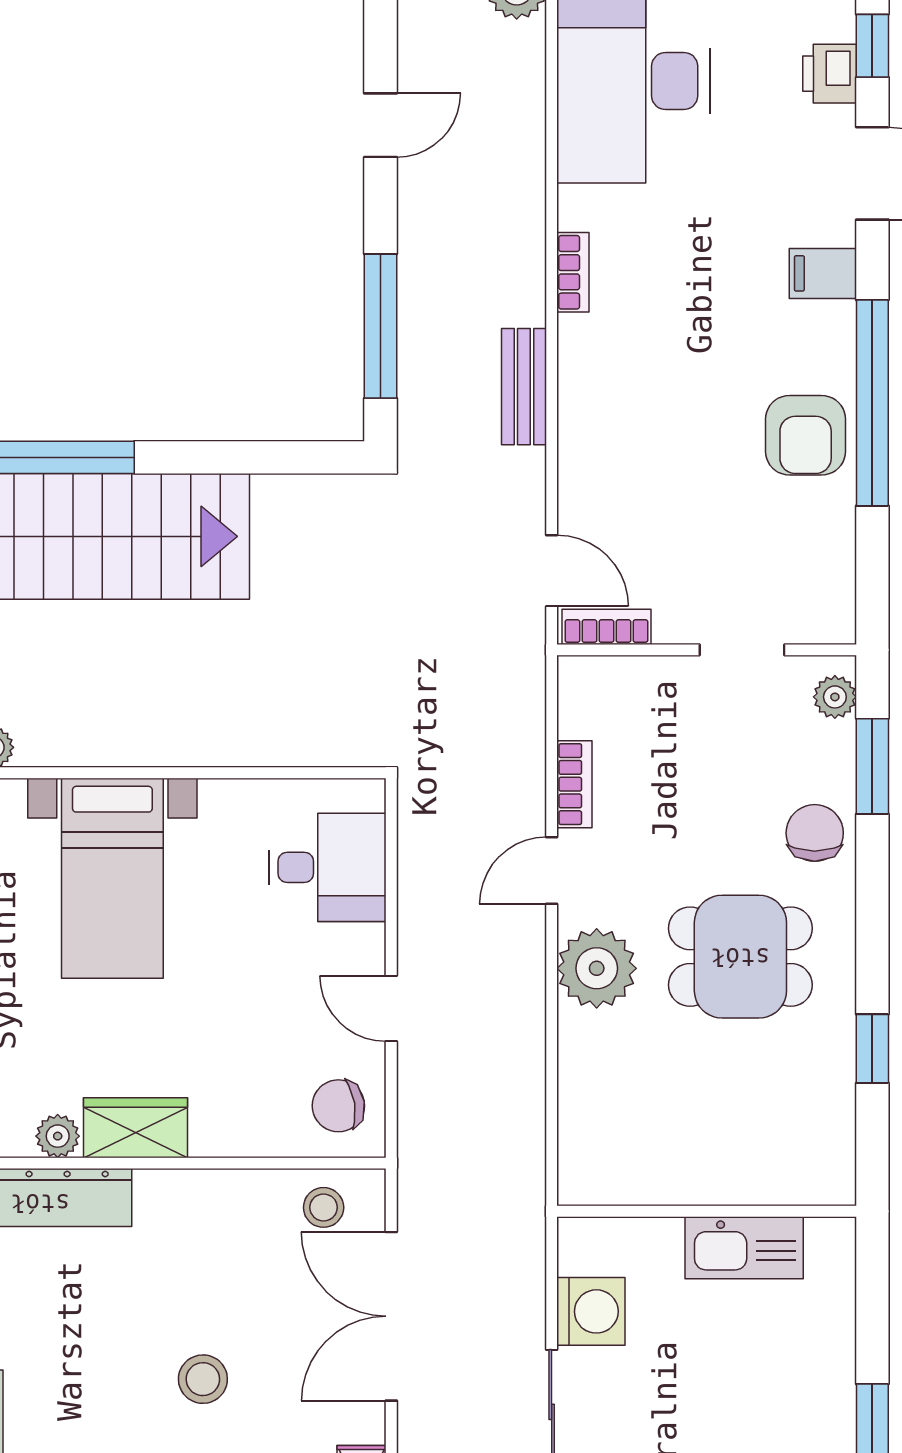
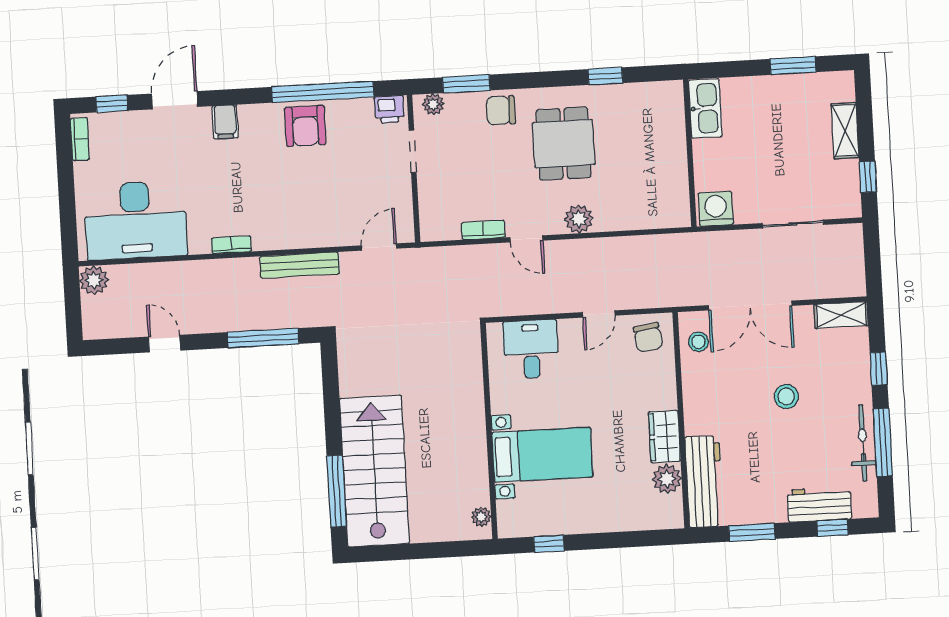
printer: (830, 74) -> (389, 109), moved
bench: (524, 387) -> (300, 265), width x1.36
window: (872, 403) -> (323, 92), moved
armchair: (806, 435) -> (305, 126), turned 90
bookcase: (606, 627) -> (405, 219), removed
plant: (597, 968) -> (579, 219), width x0.73, depth x0.73
plant: (58, 1136) -> (667, 479), width x1.38, depth x1.38
kitchen sink: (744, 1248) -> (705, 108), moved
washing machine: (591, 1311) -> (716, 209), moved

